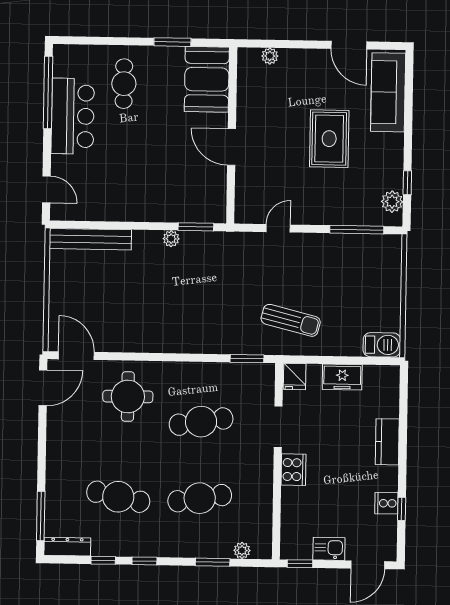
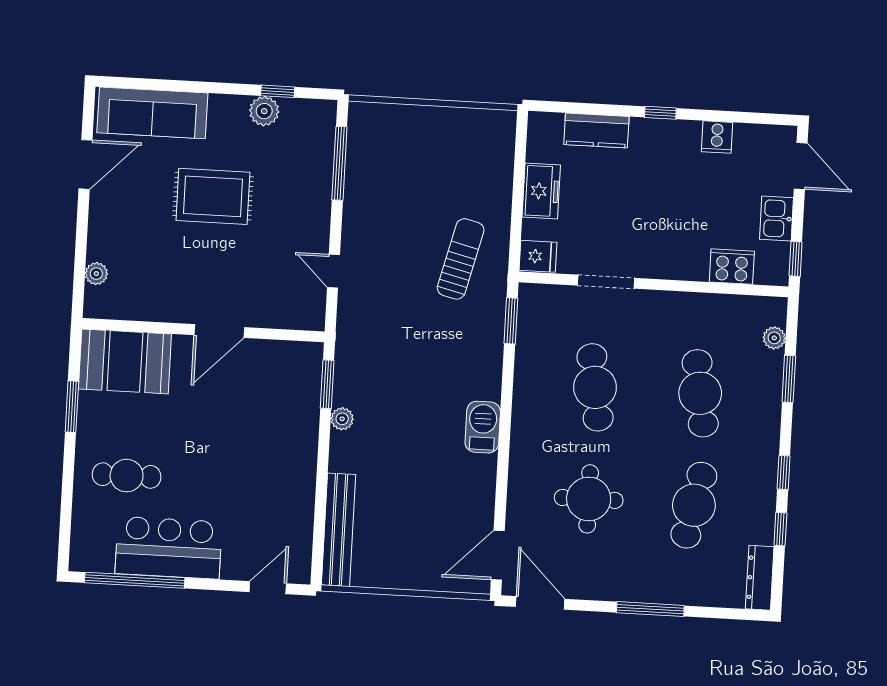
plant: (392, 202) -> (264, 111), moved
barbecue: (382, 345) -> (483, 427), moved
round table: (128, 397) -> (589, 499), moved
kitchen counter: (387, 442) -> (596, 131), moved
cooker: (294, 470) -> (732, 267), moved
window: (402, 509) -> (660, 113), moved
window: (41, 516) -> (650, 609), moved

